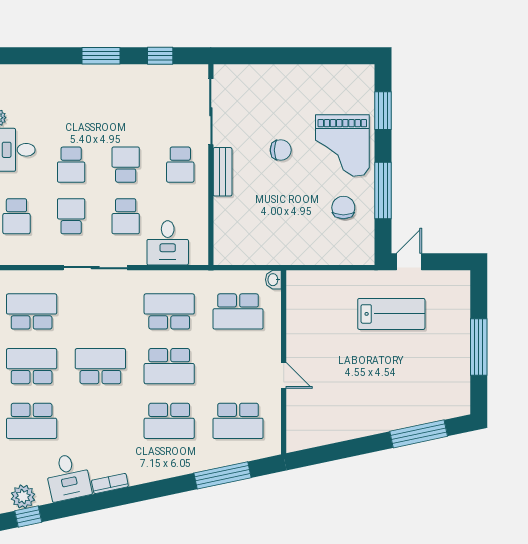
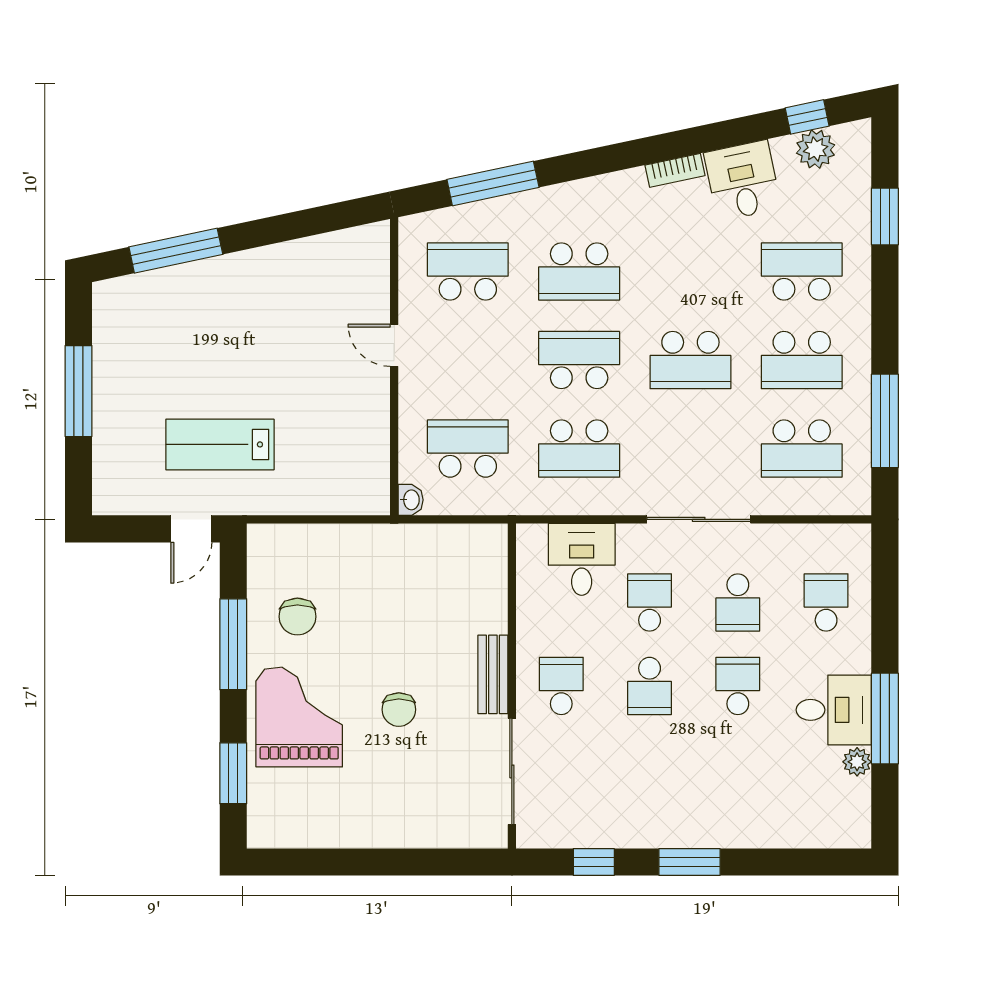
chair: (281, 150) -> (399, 710), turned -90
school desk: (169, 421) -> (579, 272), turned 180

